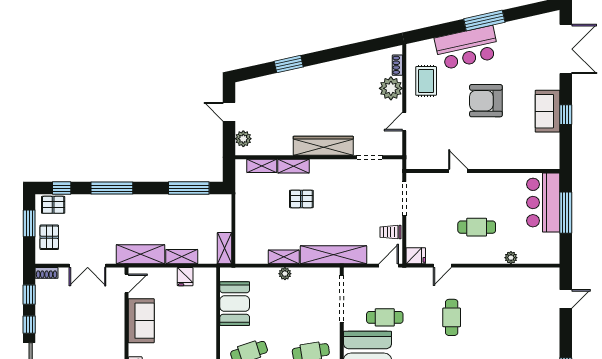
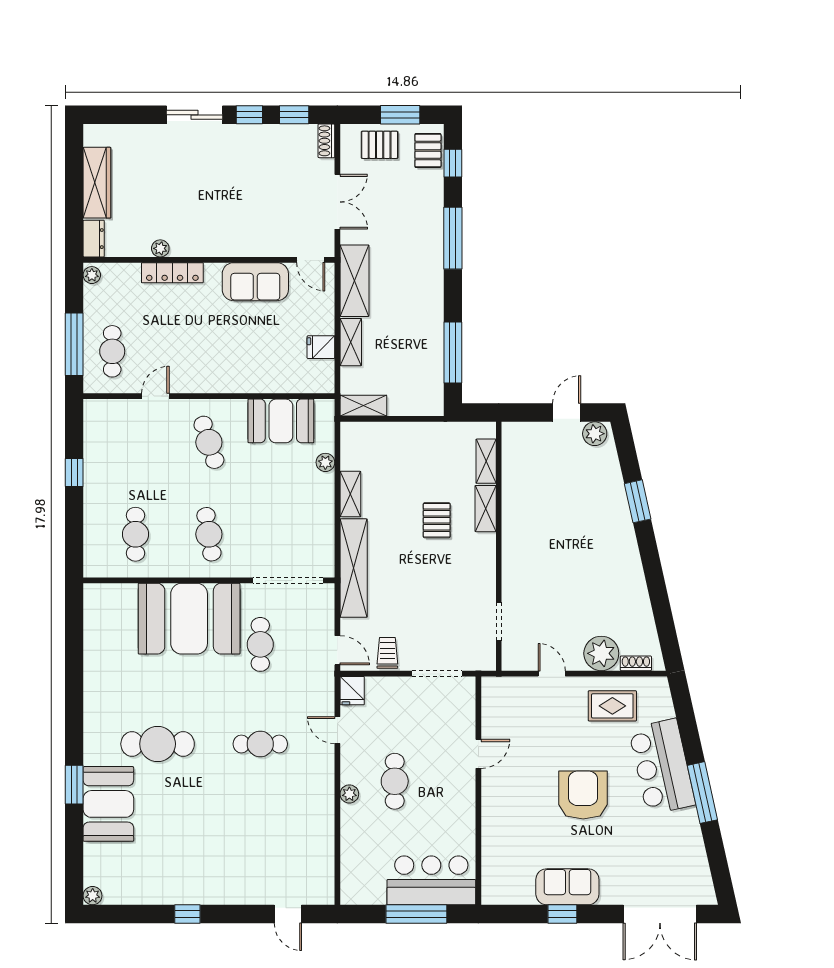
plant: (243, 139) -> (595, 434), moved
wardrobe: (323, 146) -> (516, 553), removed
plant: (511, 258) -> (349, 794), moved
double door: (88, 266) -> (337, 202), swing flipped
plant: (285, 274) -> (325, 462), moved

